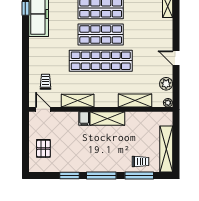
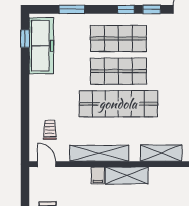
shelving: (78, 101) -> (99, 153), width x1.47

